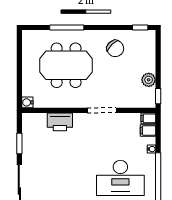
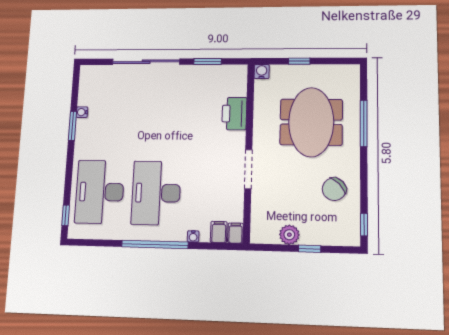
window: (19, 75) -> (299, 61), added
window: (158, 96) -> (310, 249), moved

